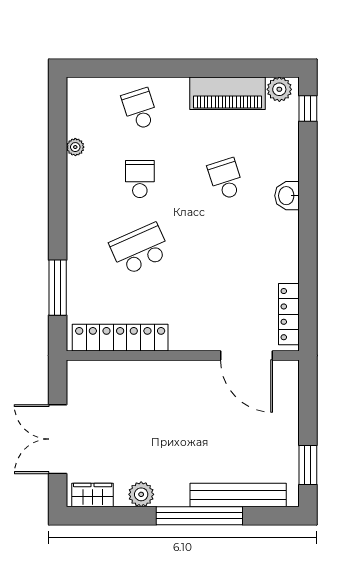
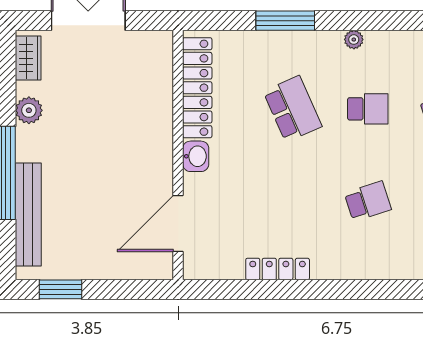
plant: (75, 147) -> (354, 40), moved
washbasin: (287, 196) -> (196, 156), moved, turned 90
window: (58, 288) -> (285, 21), moved
locker: (289, 314) -> (278, 269), moved

